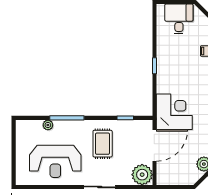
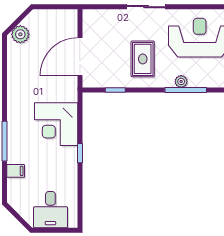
corner desk: (174, 112) -> (56, 124), moved
plant: (48, 125) -> (181, 81), moved
plant: (142, 175) -> (95, 22), removed

